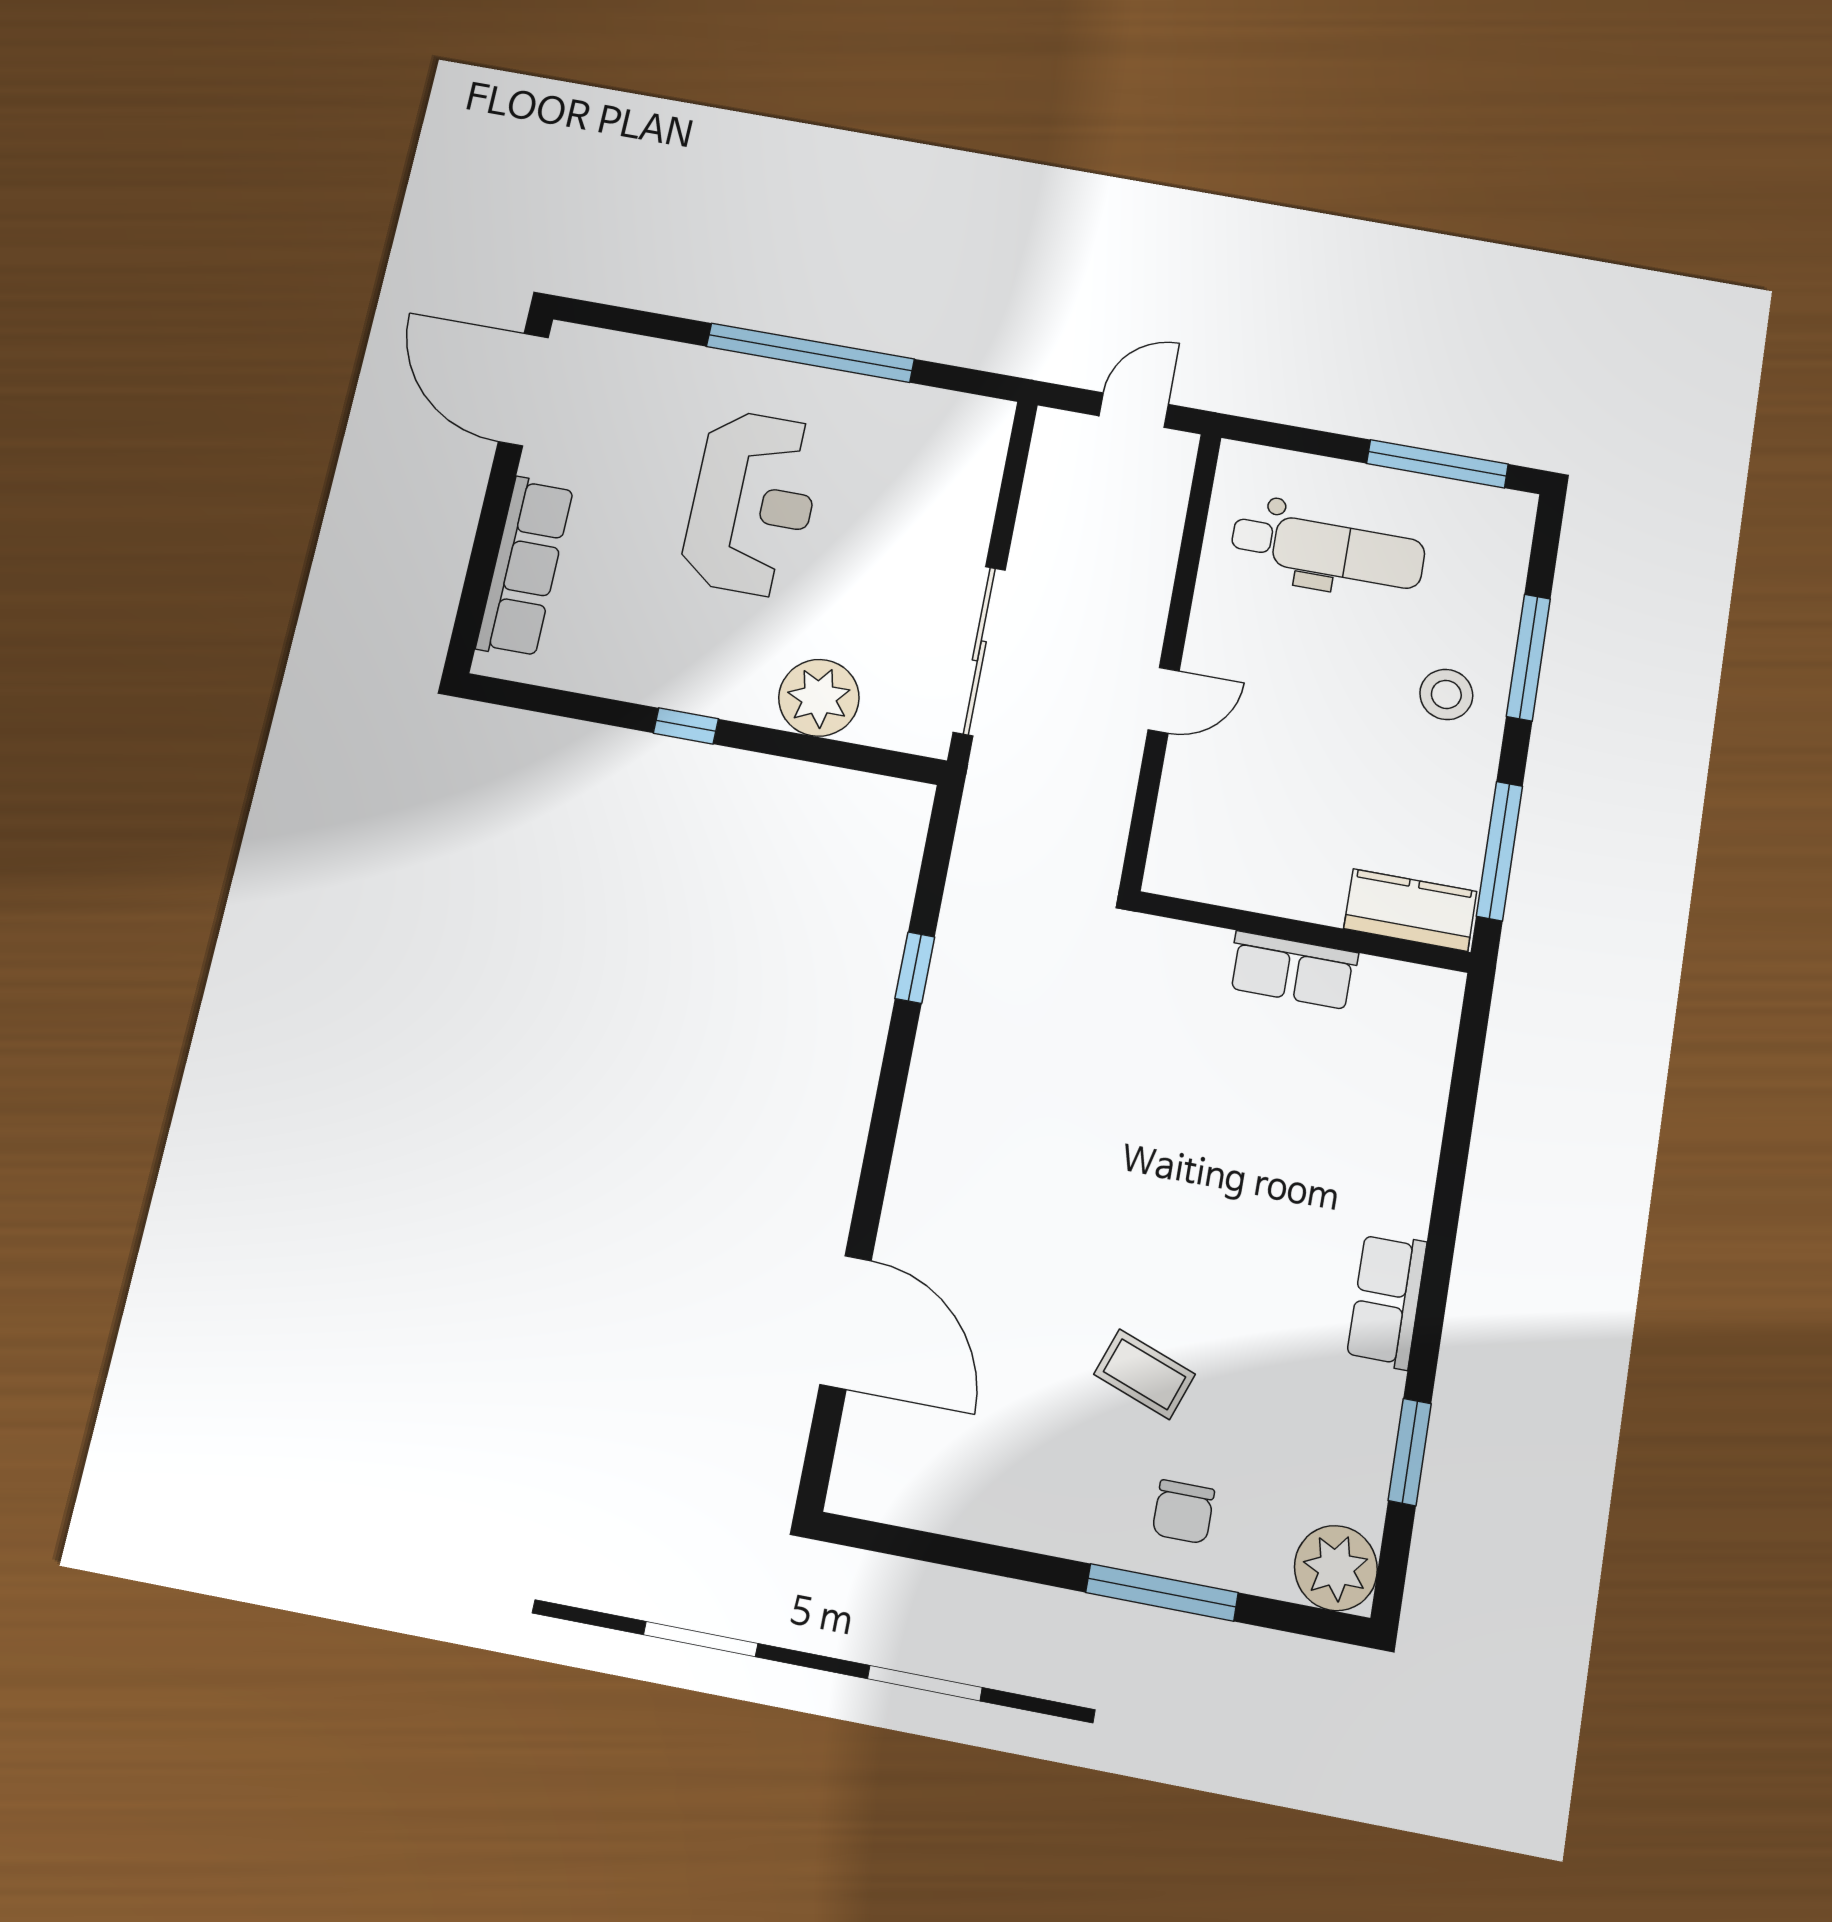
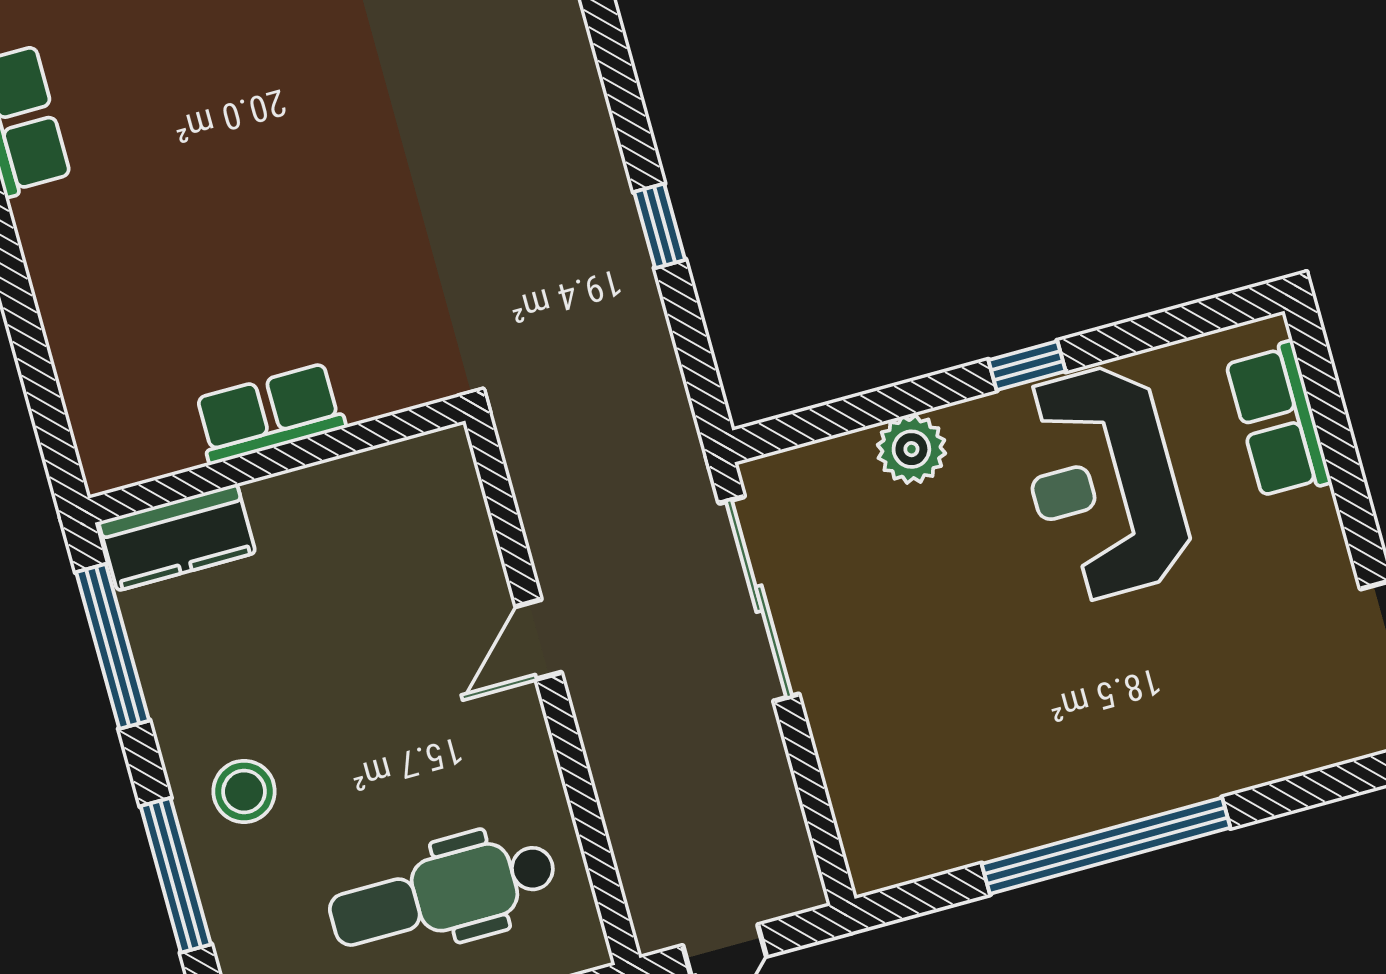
reception desk: (753, 504) -> (1102, 482), moved
row of seats: (525, 567) -> (1278, 421), width x0.68
plant: (819, 698) -> (911, 449), width x0.73, depth x0.73

